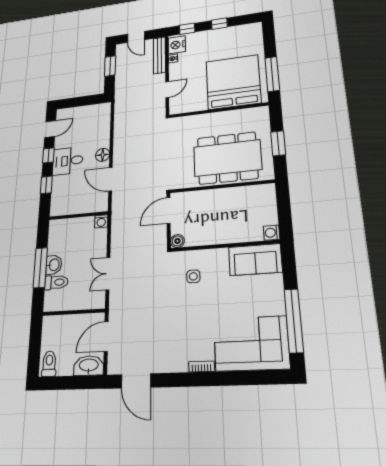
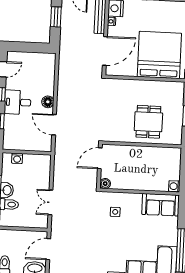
door: (167, 90) -> (105, 51), width x1.87
dining table: (227, 158) -> (148, 122), width x0.53, depth x0.80
washing machine: (101, 221) -> (17, 158), moved

